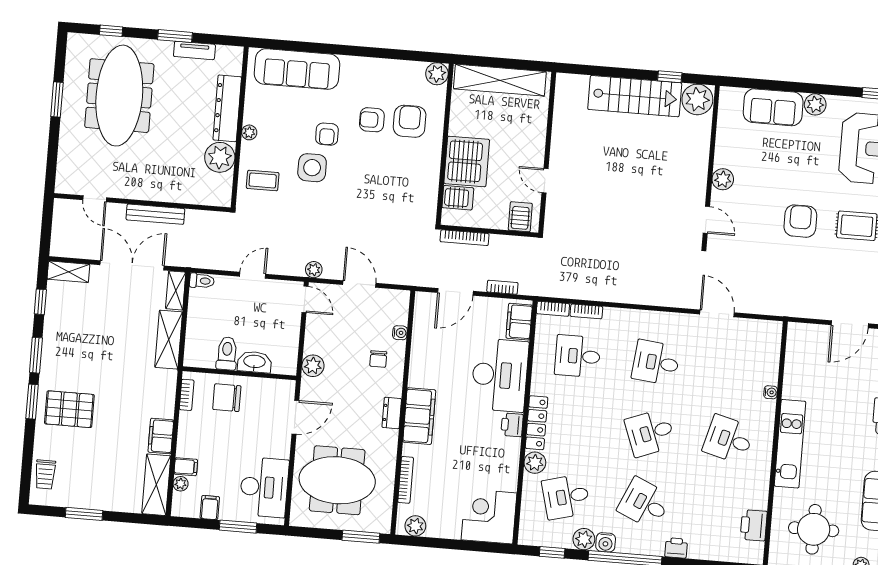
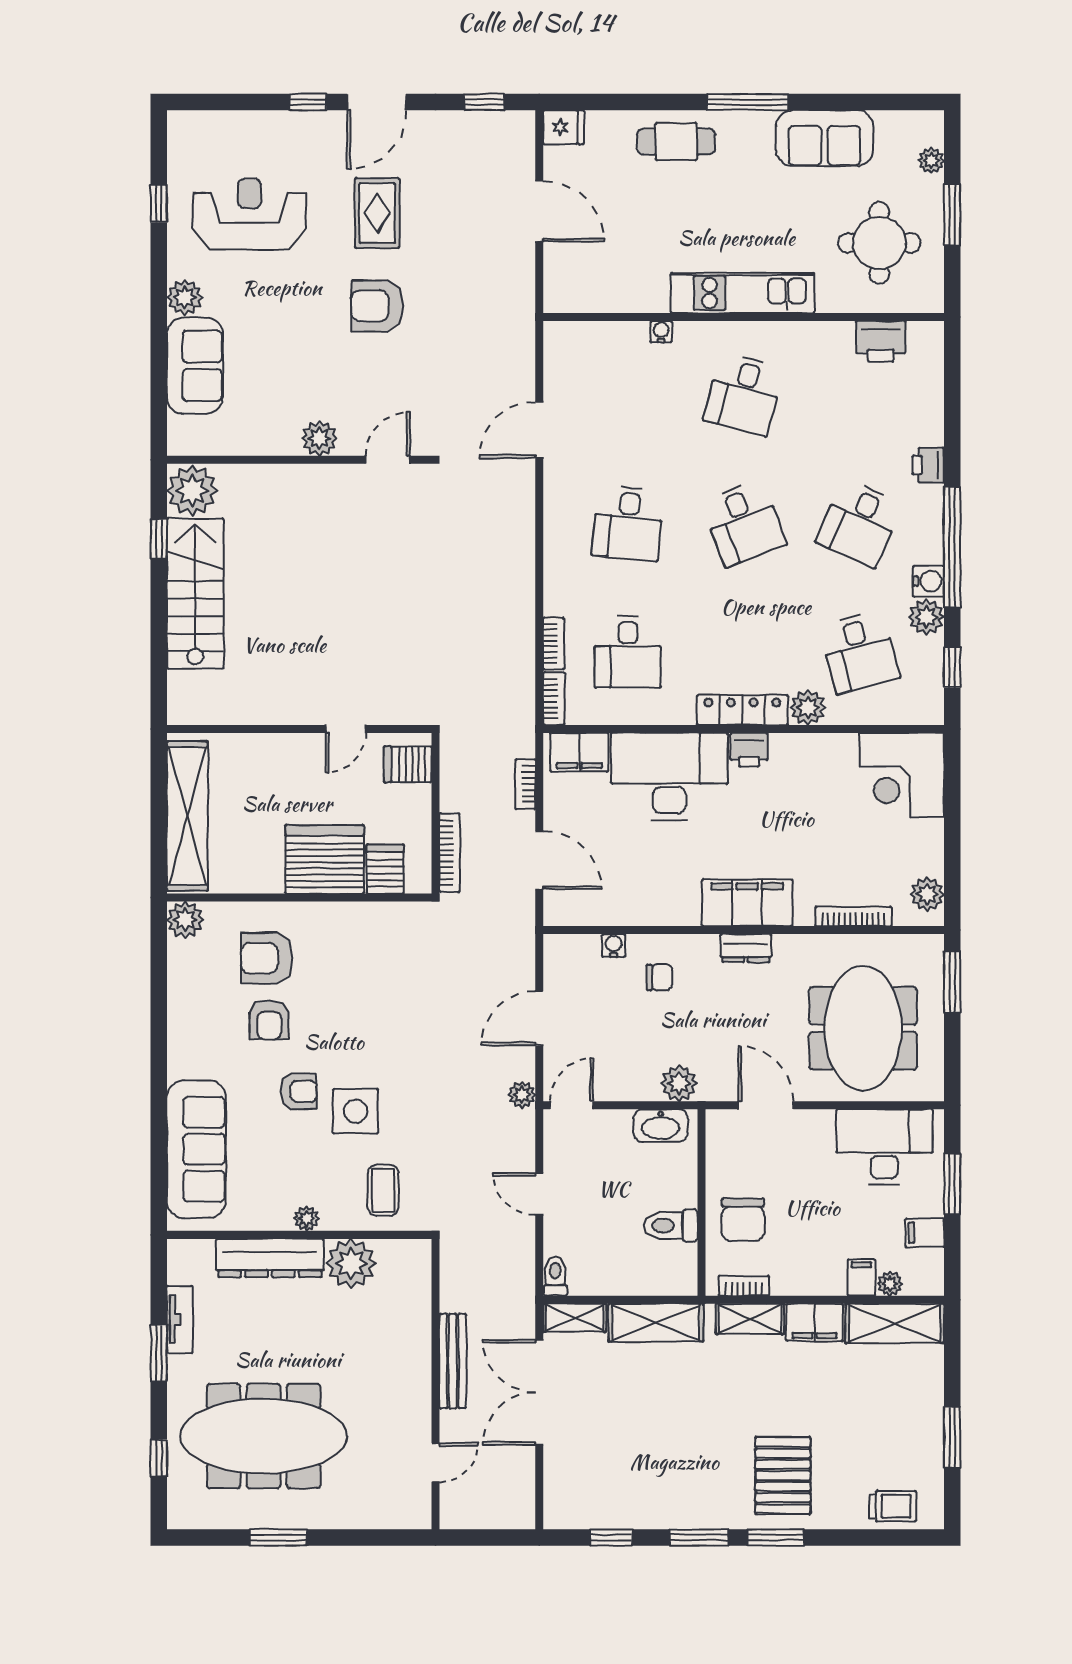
shelving: (68, 272) -> (750, 1319), moved, turned 90
washbasin: (254, 362) -> (661, 1126), moved, turned -90

